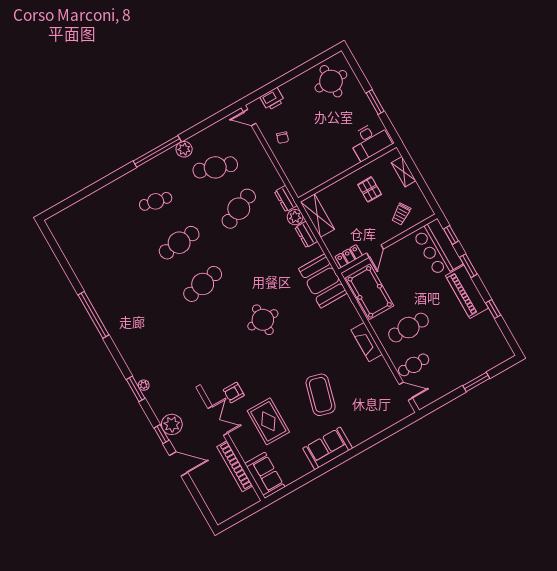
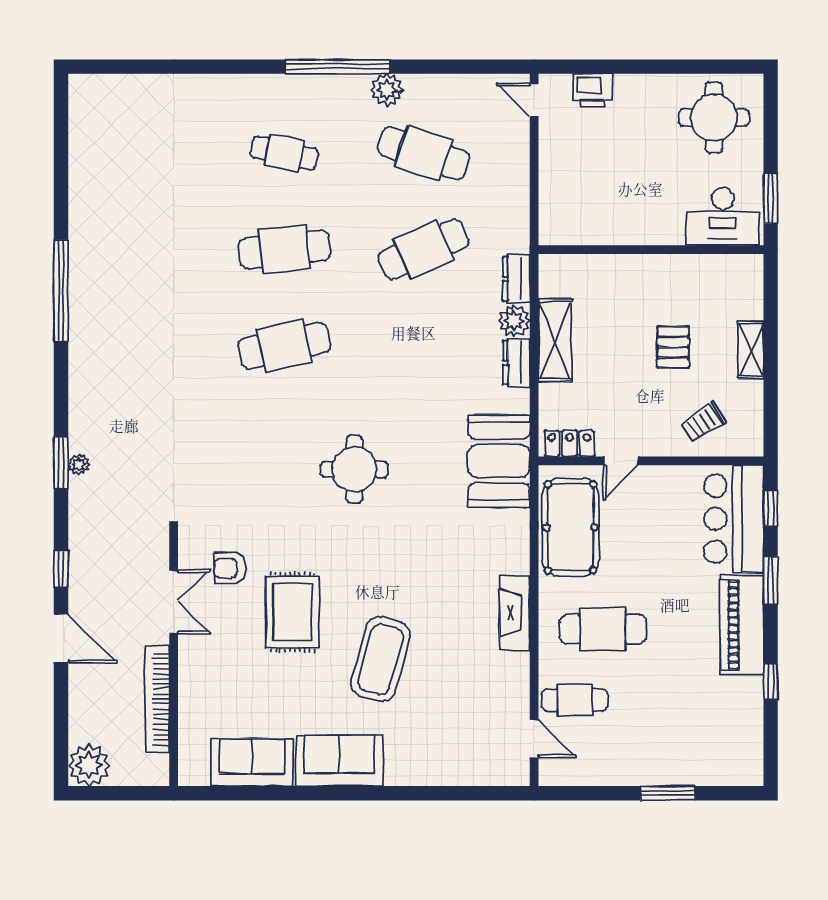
chair: (283, 138) -> (572, 168), removed
desk: (370, 141) -> (723, 216), moved
wall: (347, 172) -> (651, 250), moved
rug: (268, 421) -> (293, 612), moved
plant: (172, 424) -> (89, 765), moved
sofa: (265, 475) -> (252, 762), moved, turned -90

